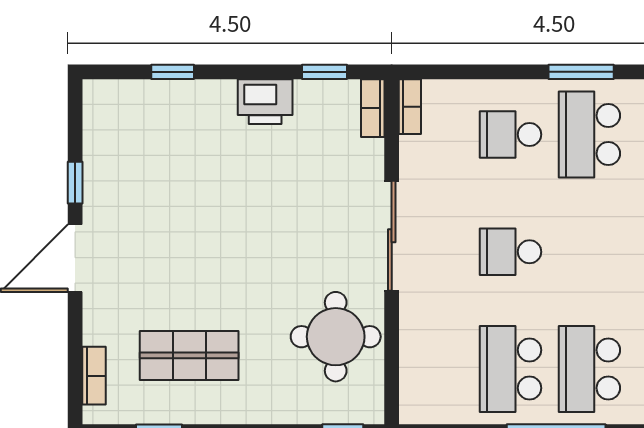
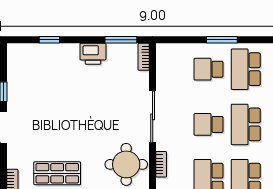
window: (324, 72) -> (121, 40), width x1.50
window: (581, 72) -> (222, 40), moved
bookcase: (410, 107) -> (161, 164), moved
school desk: (589, 252) -> (246, 124), added

